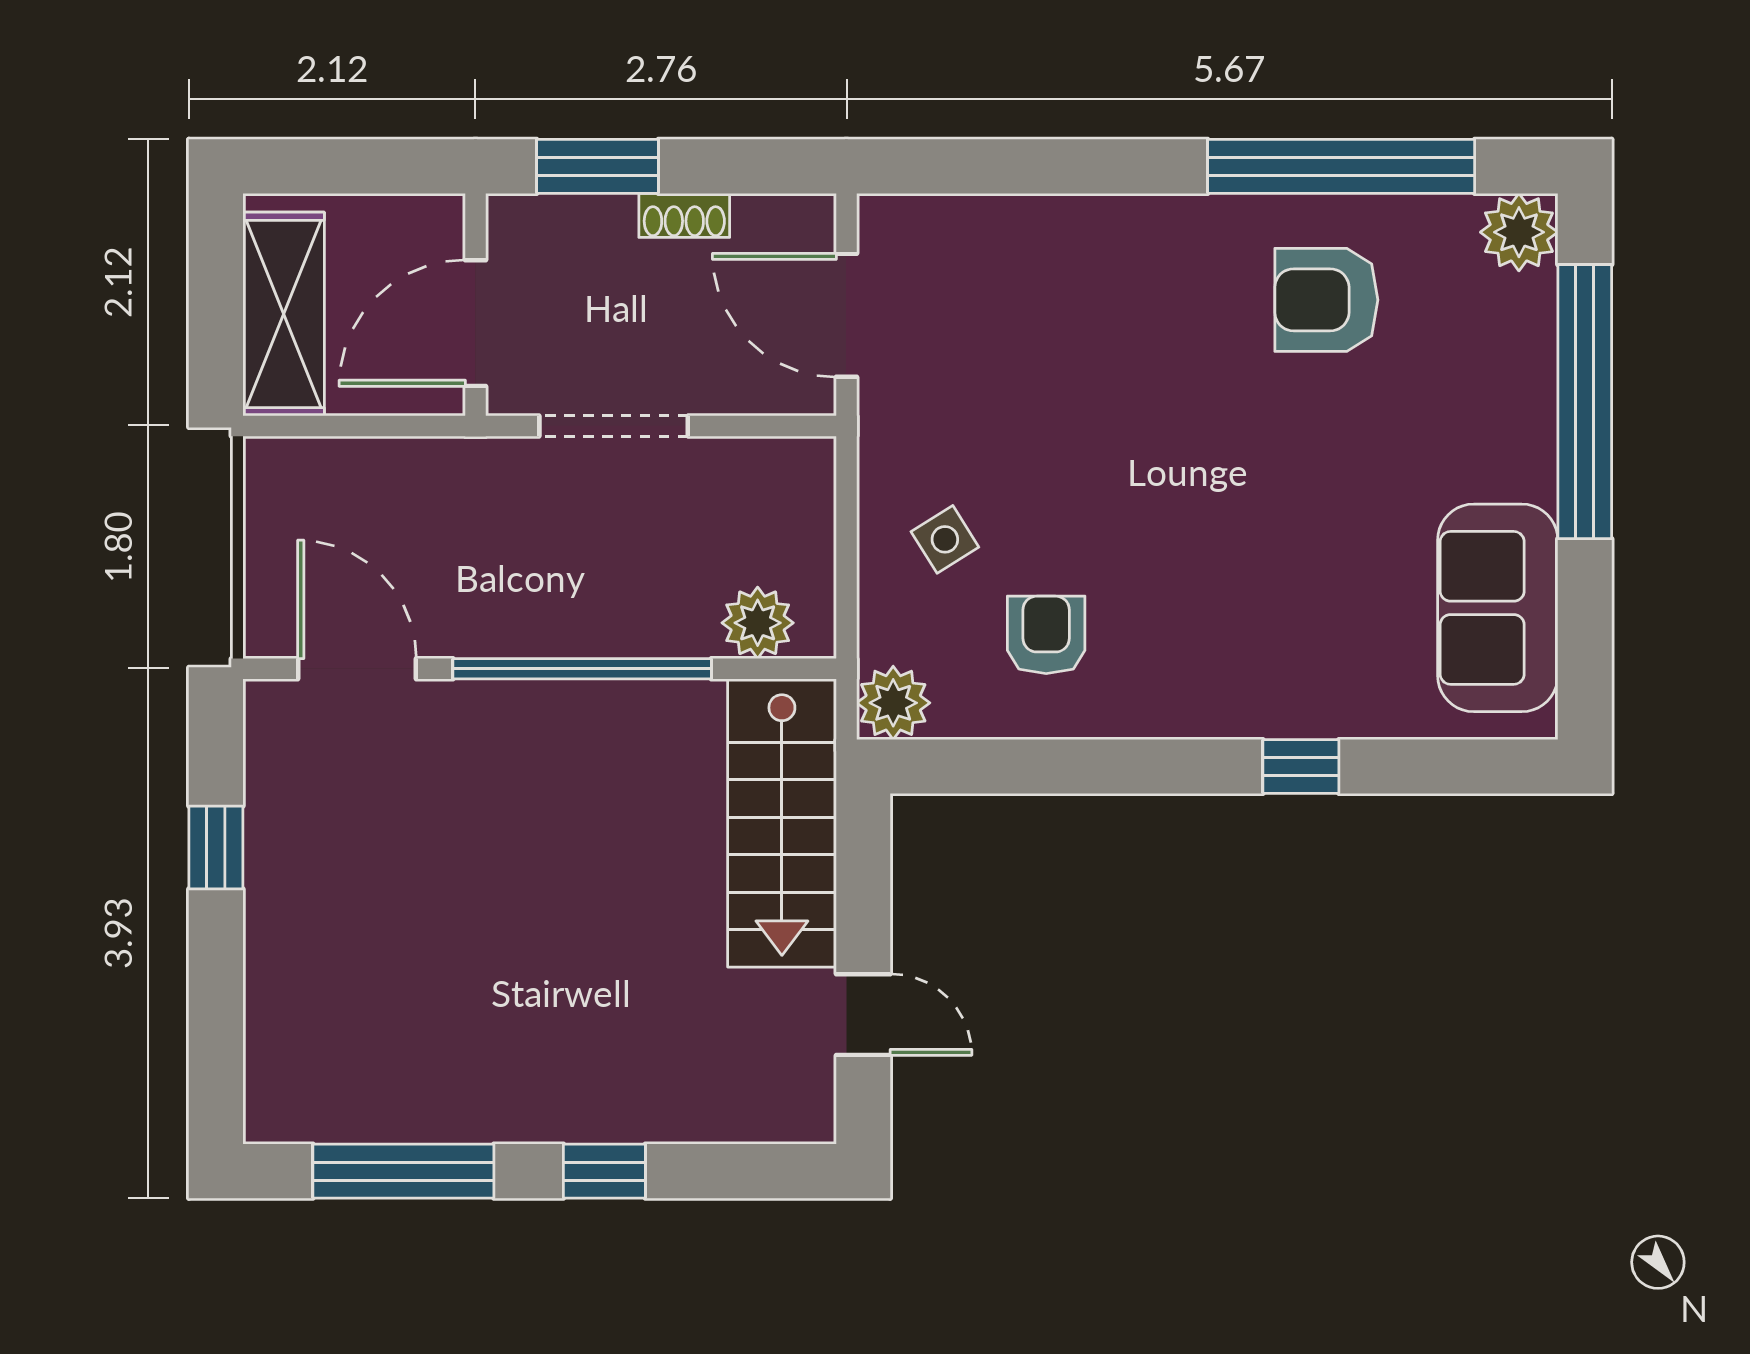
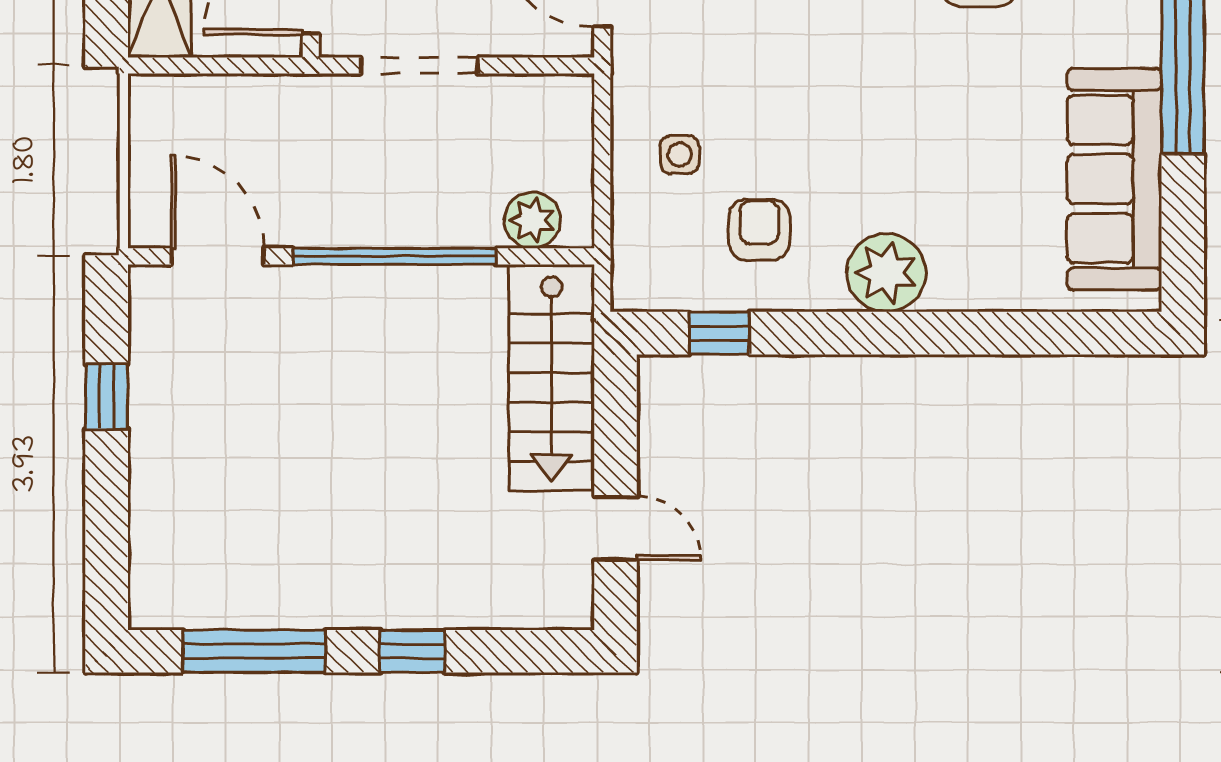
side table: (945, 539) -> (680, 155), turned 32
sofa: (1498, 608) -> (1114, 179), width x1.36
plant: (893, 703) -> (886, 273), moved, width x1.36, depth x1.36
window: (1301, 767) -> (720, 333), moved

